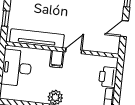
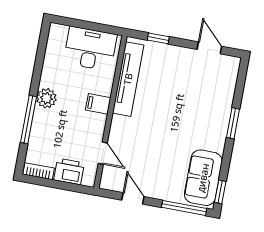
door: (74, 51) -> (103, 153), moved

